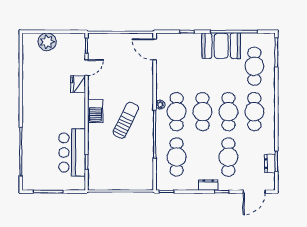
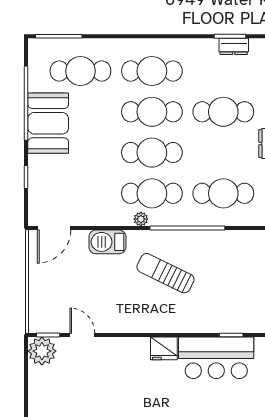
plant: (47, 42) -> (42, 351), moved
fridge: (78, 84) -> (164, 348), moved
barbecue: (95, 111) -> (107, 242), moved, turned 180

